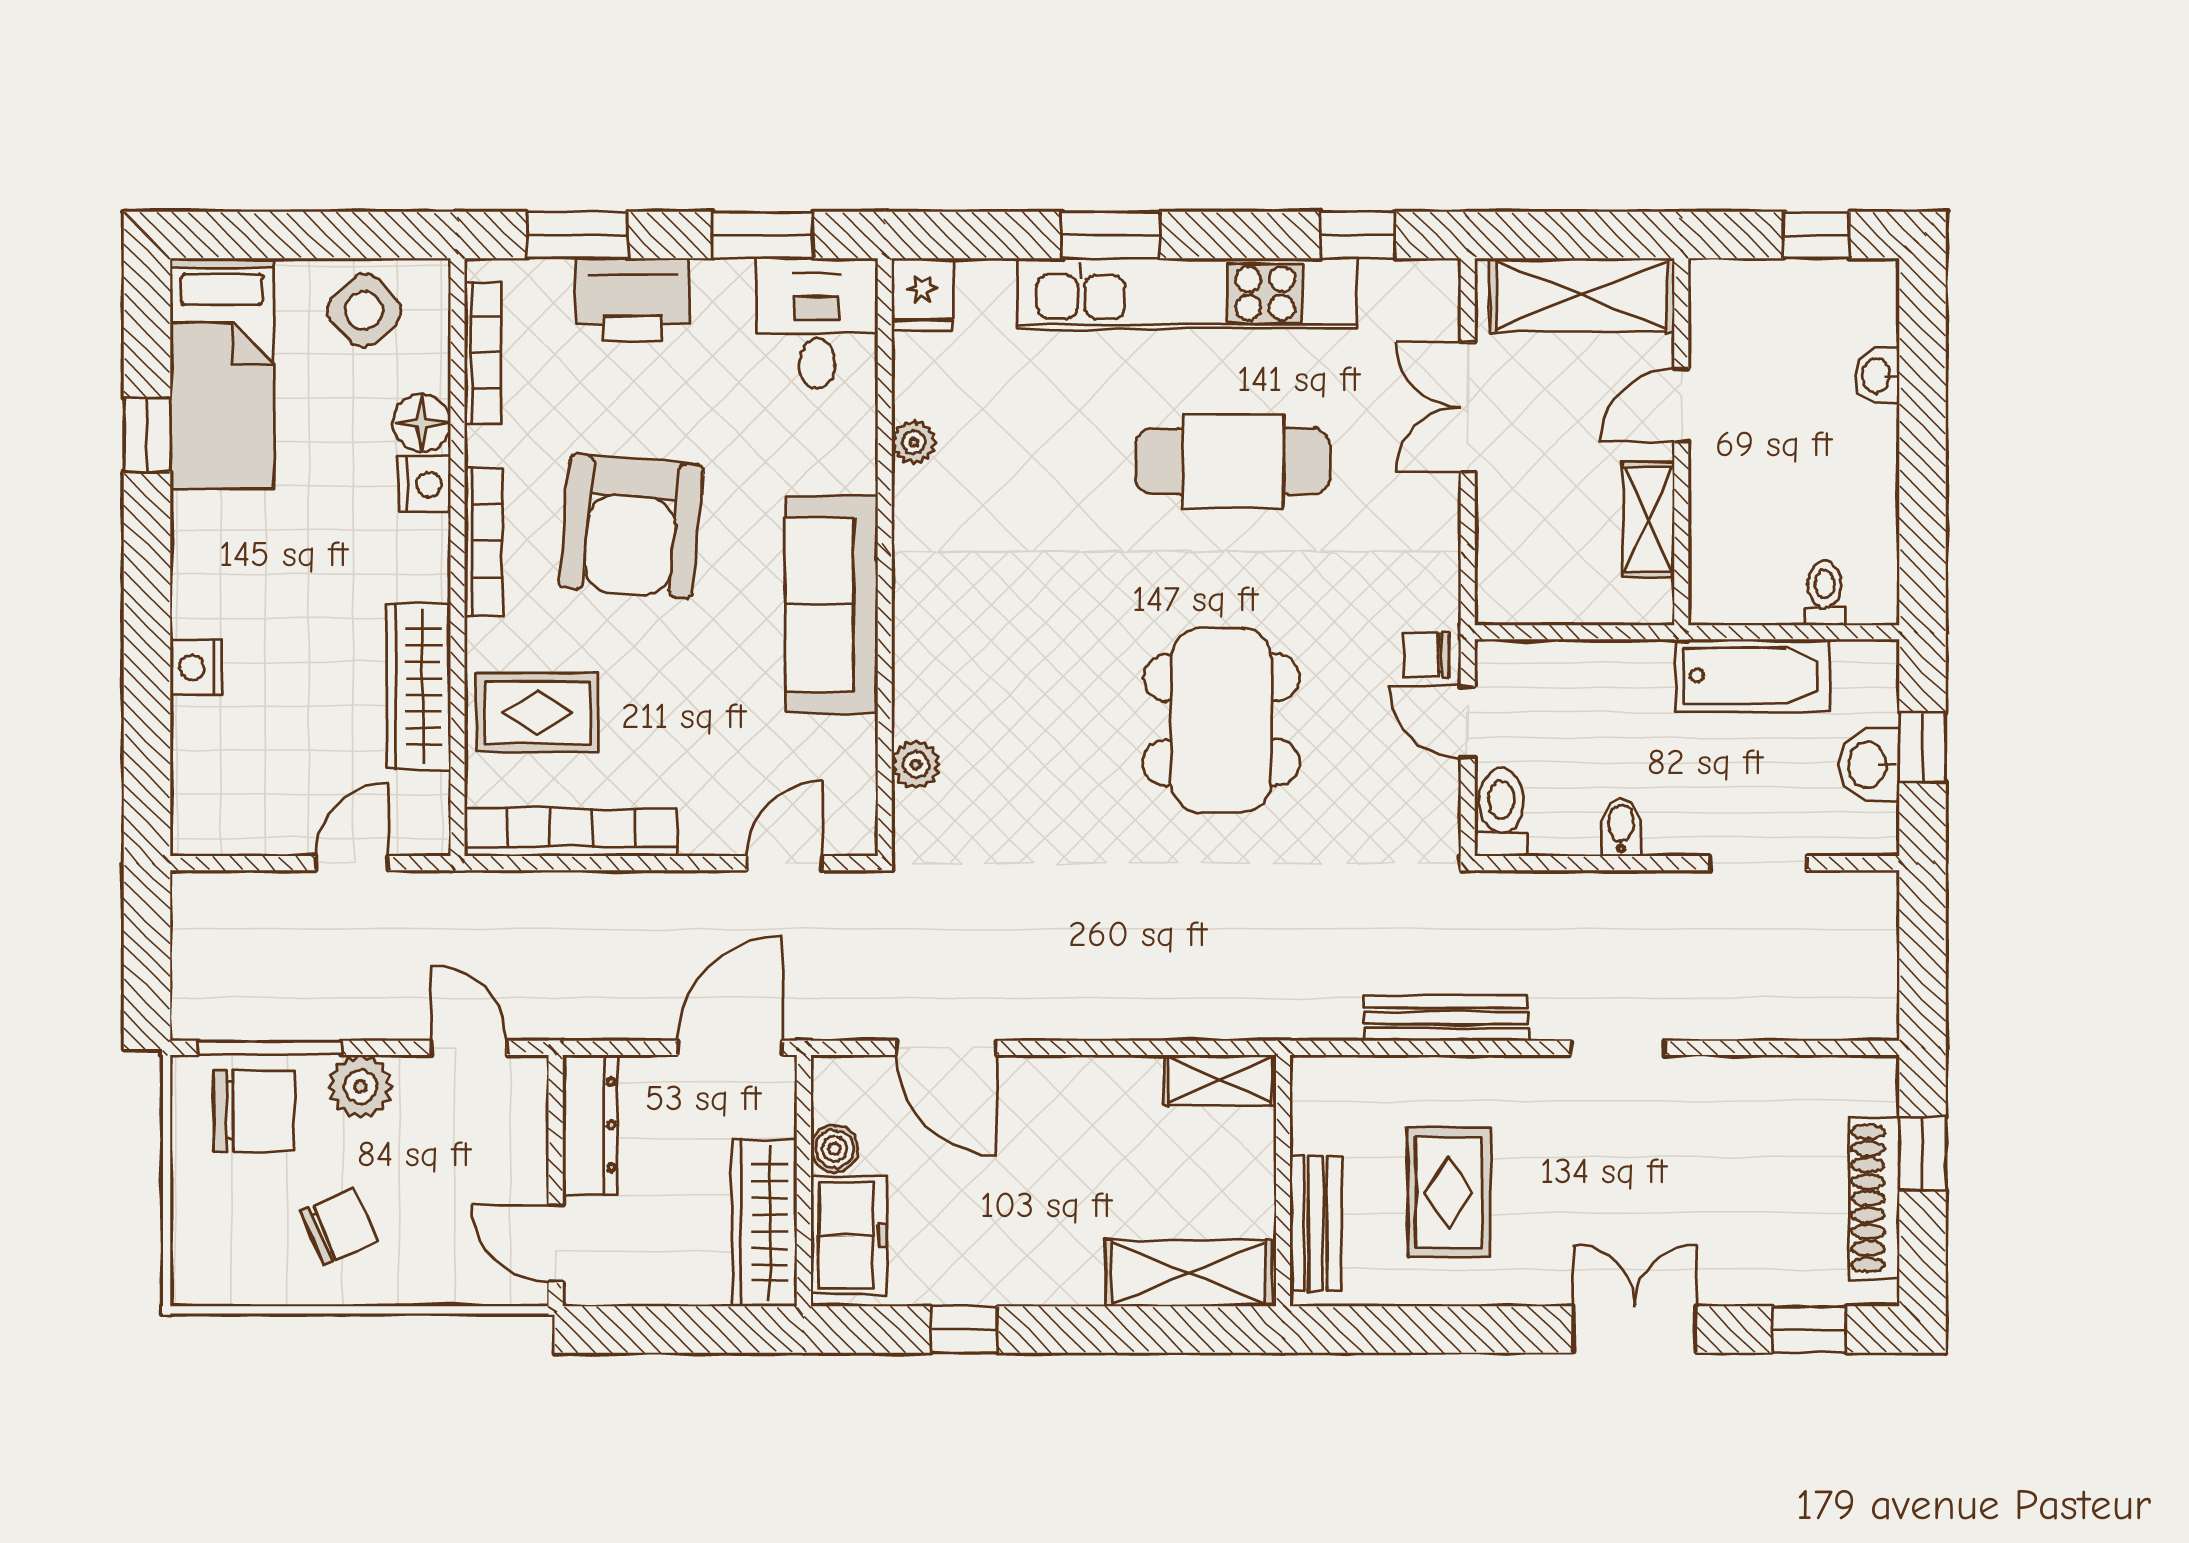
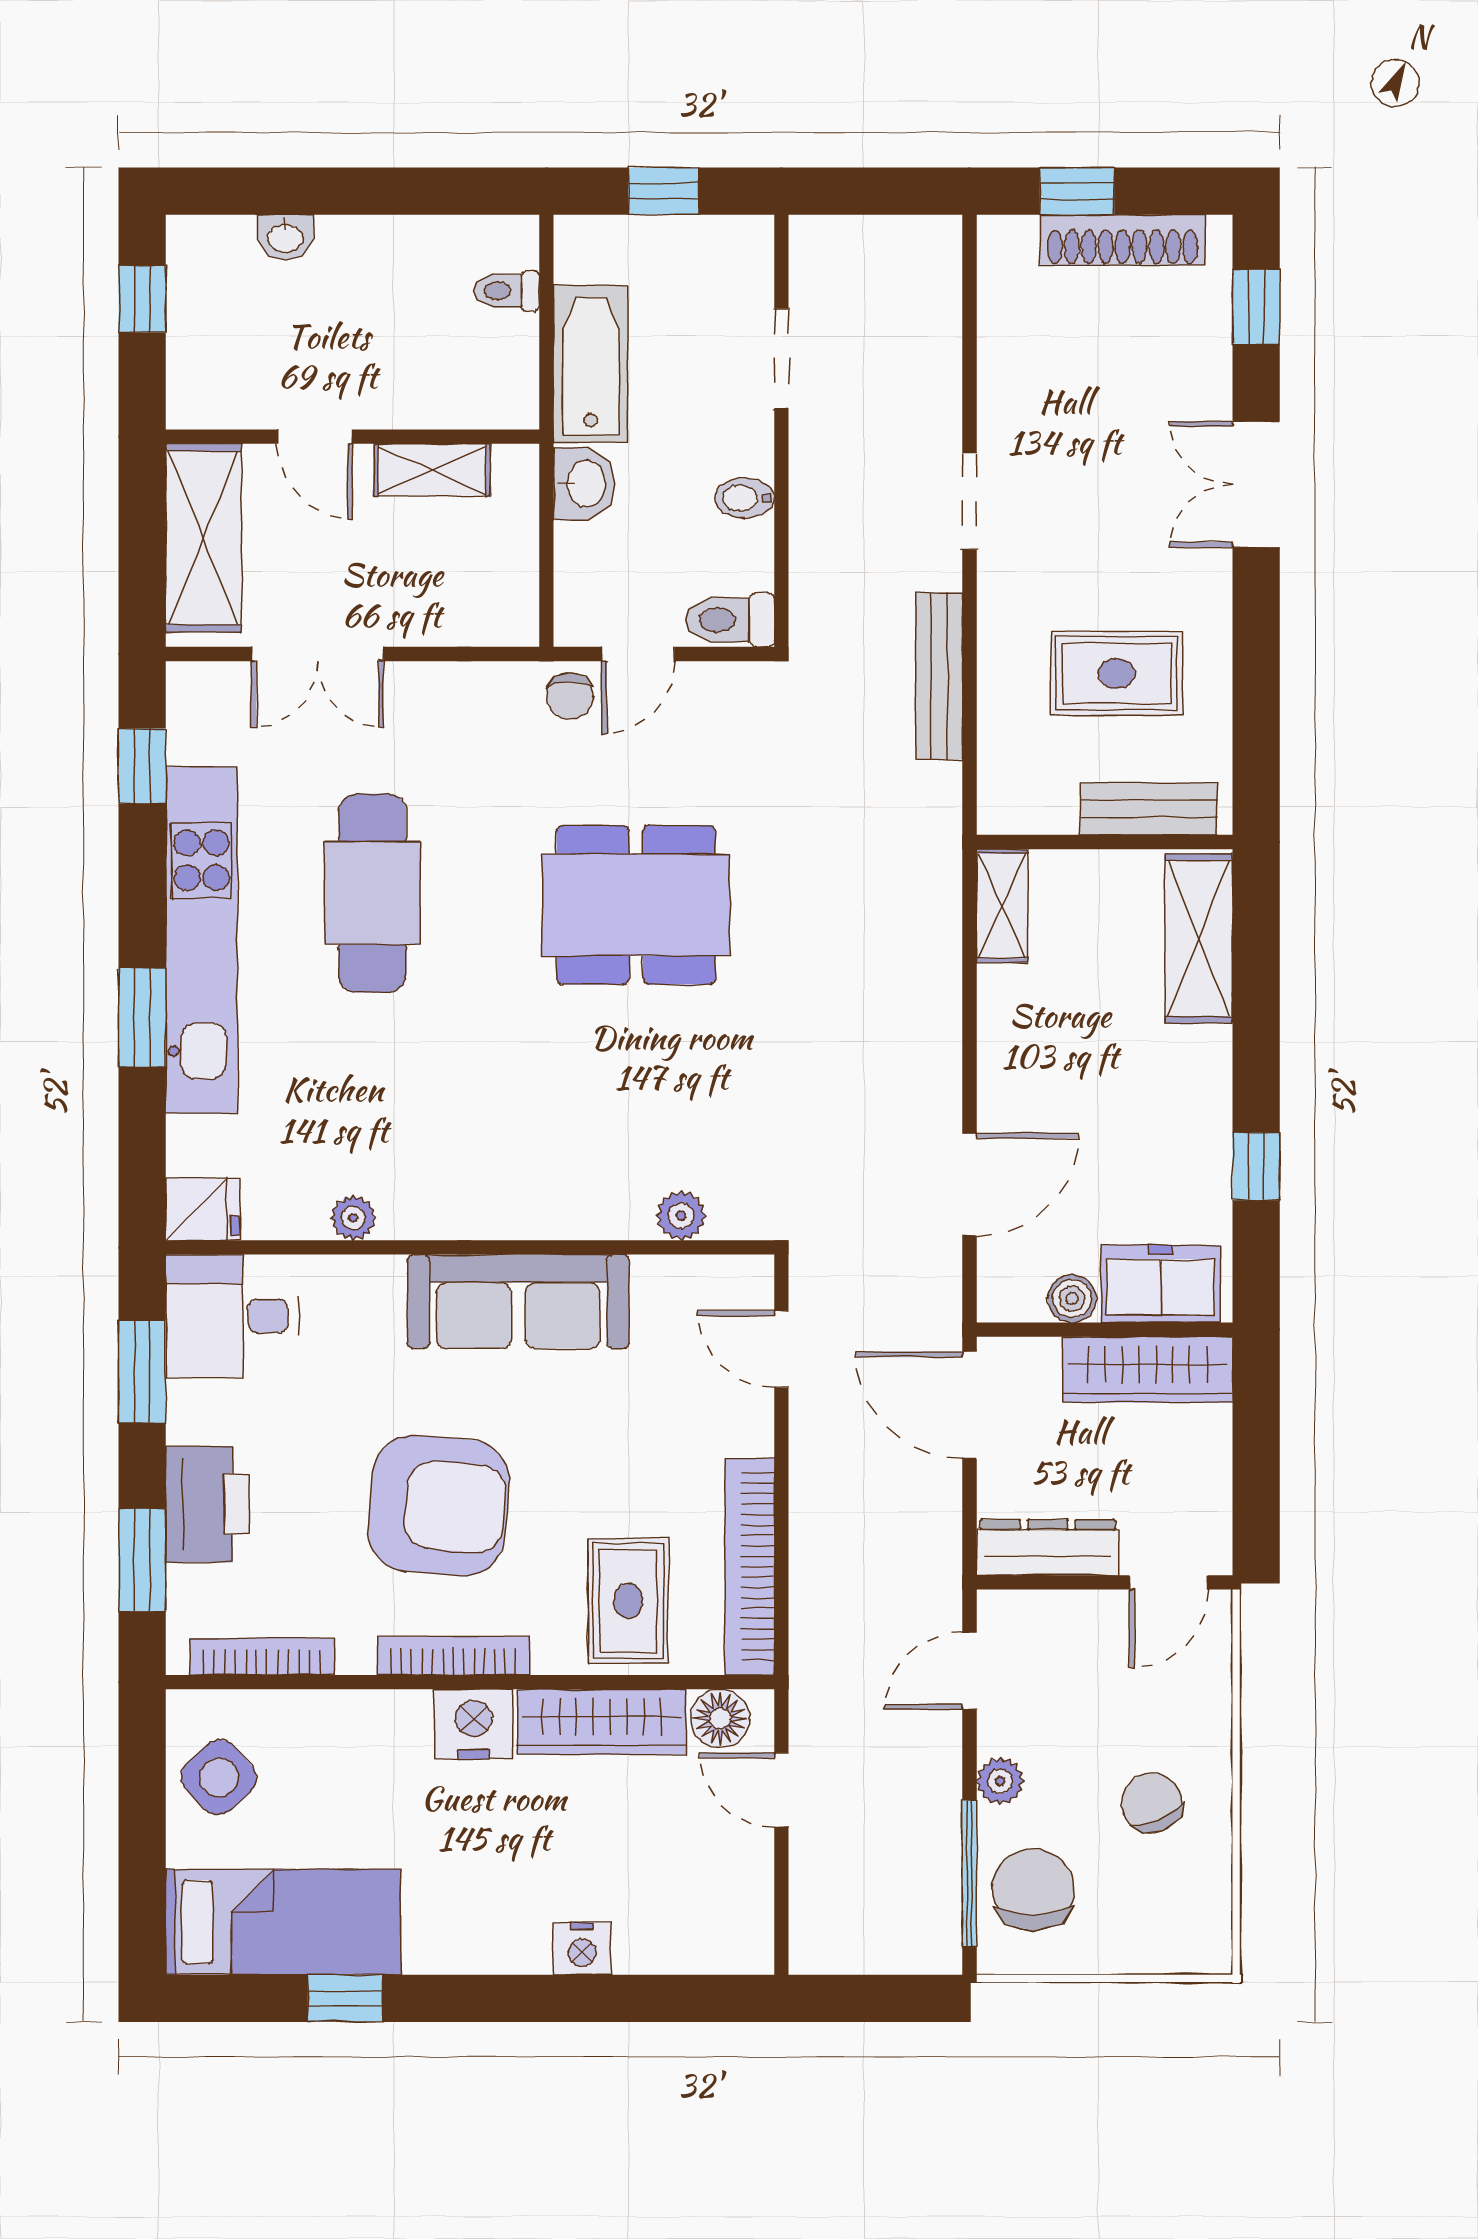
floor lamp: (422, 423) -> (720, 1719), moved
nightstand: (425, 484) -> (474, 1724), moved, width x1.36, depth x1.33
washbasin: (1869, 765) -> (584, 484), moved, turned -90
plant: (360, 1087) -> (1000, 1781), width x0.73, depth x0.73

